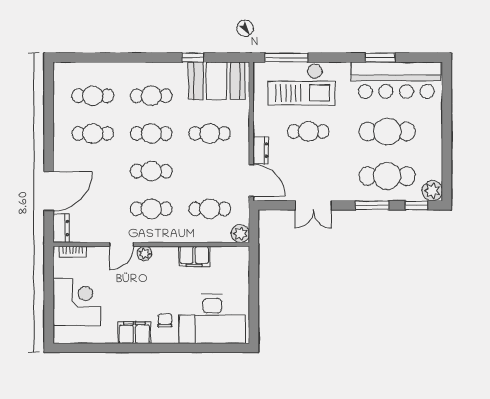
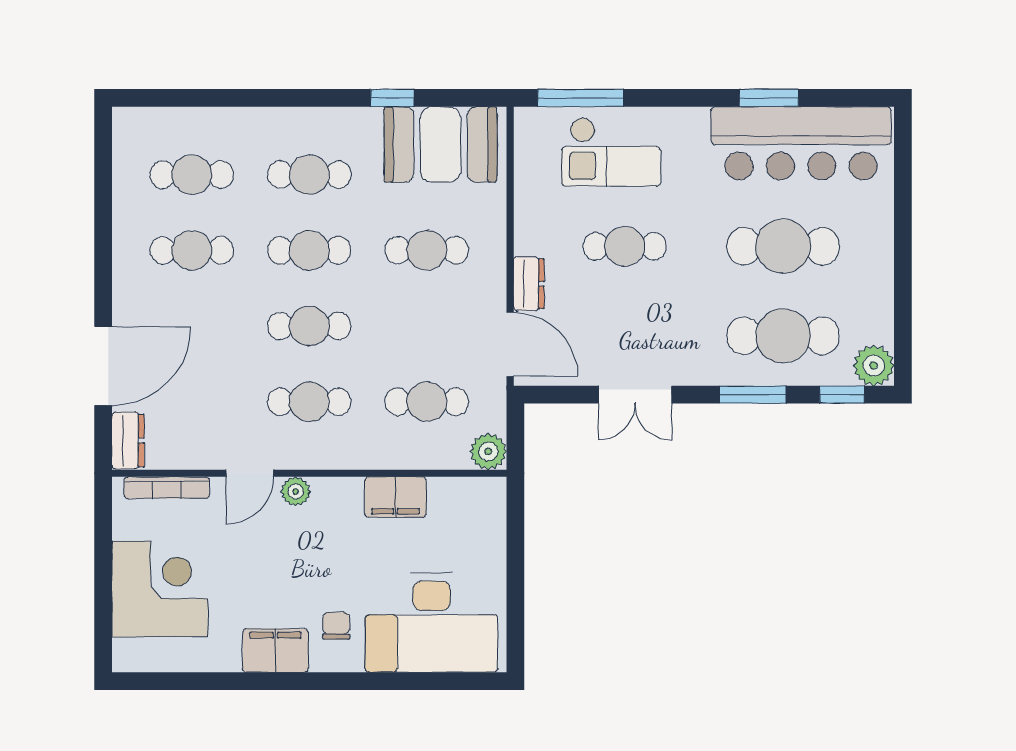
checkout: (301, 84) -> (611, 152), width x0.73, depth x0.83
bookcase: (73, 252) -> (167, 488), width x1.56

